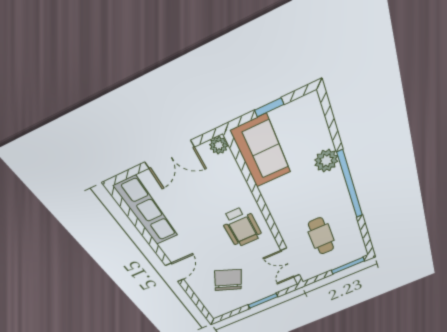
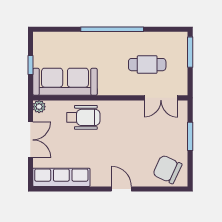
sofa: (261, 152) -> (65, 82), width x1.36
plant: (326, 161) -> (84, 41), removed
wheelchair: (241, 227) -> (83, 117), moved
chair: (228, 280) -> (167, 169), moved

